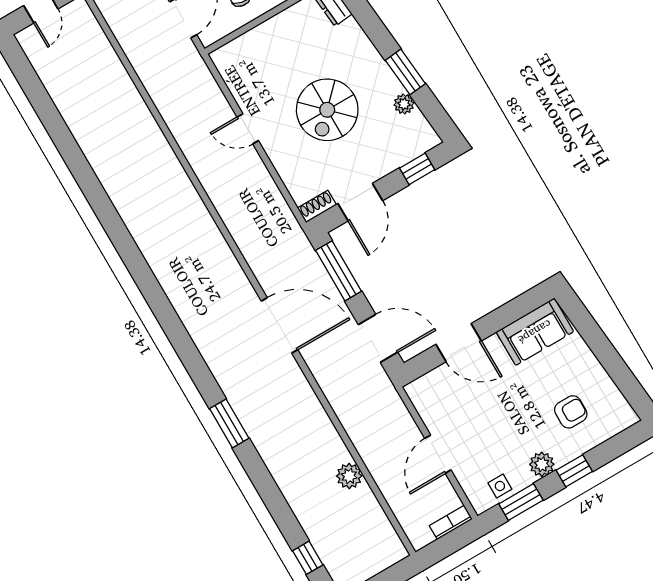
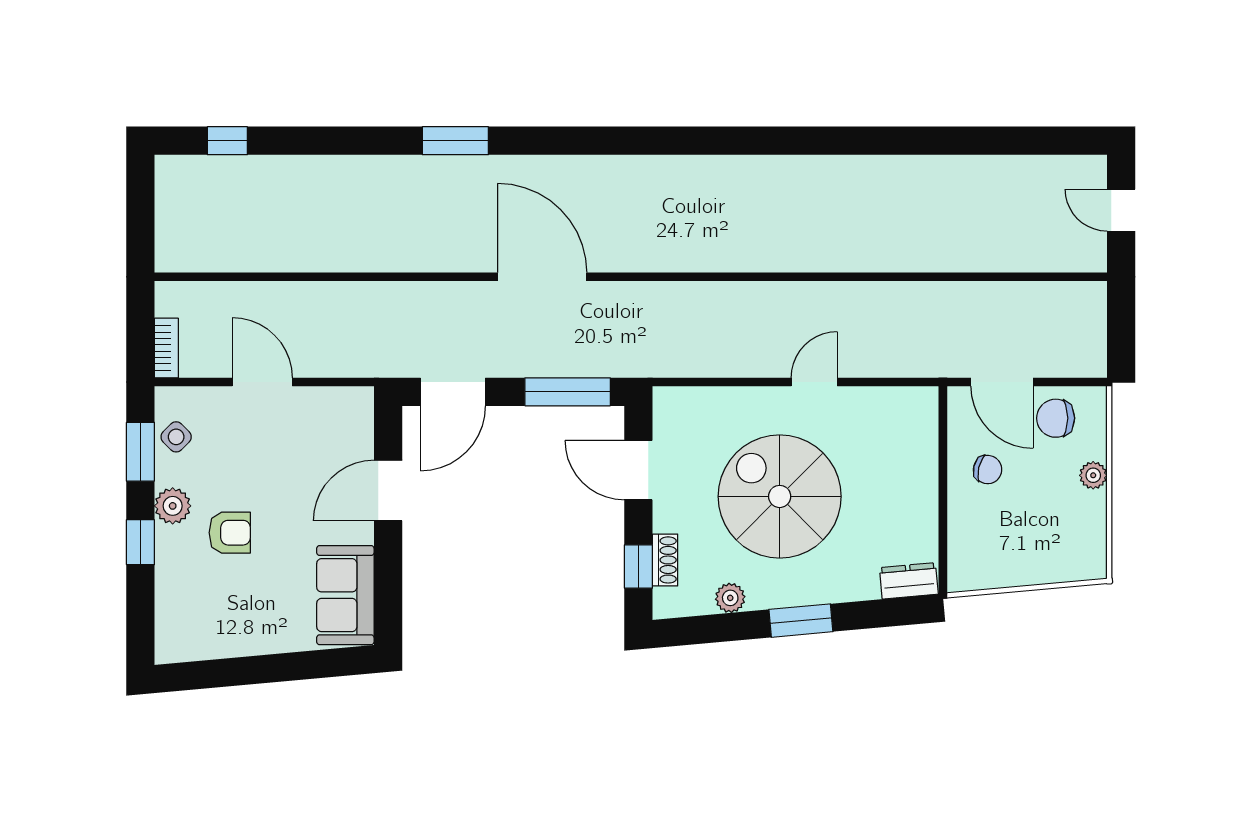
window: (405, 72) -> (801, 621), moved
spiral stairs: (327, 110) -> (780, 496), width x1.37, depth x1.37
shoe rack: (317, 206) -> (665, 560), moved
door: (279, 325) -> (542, 277), swing flipped
armchair: (571, 412) -> (230, 533), moved, turned -90
plant: (349, 476) -> (300, 254), removed
side table: (500, 486) -> (176, 437), turned 45

